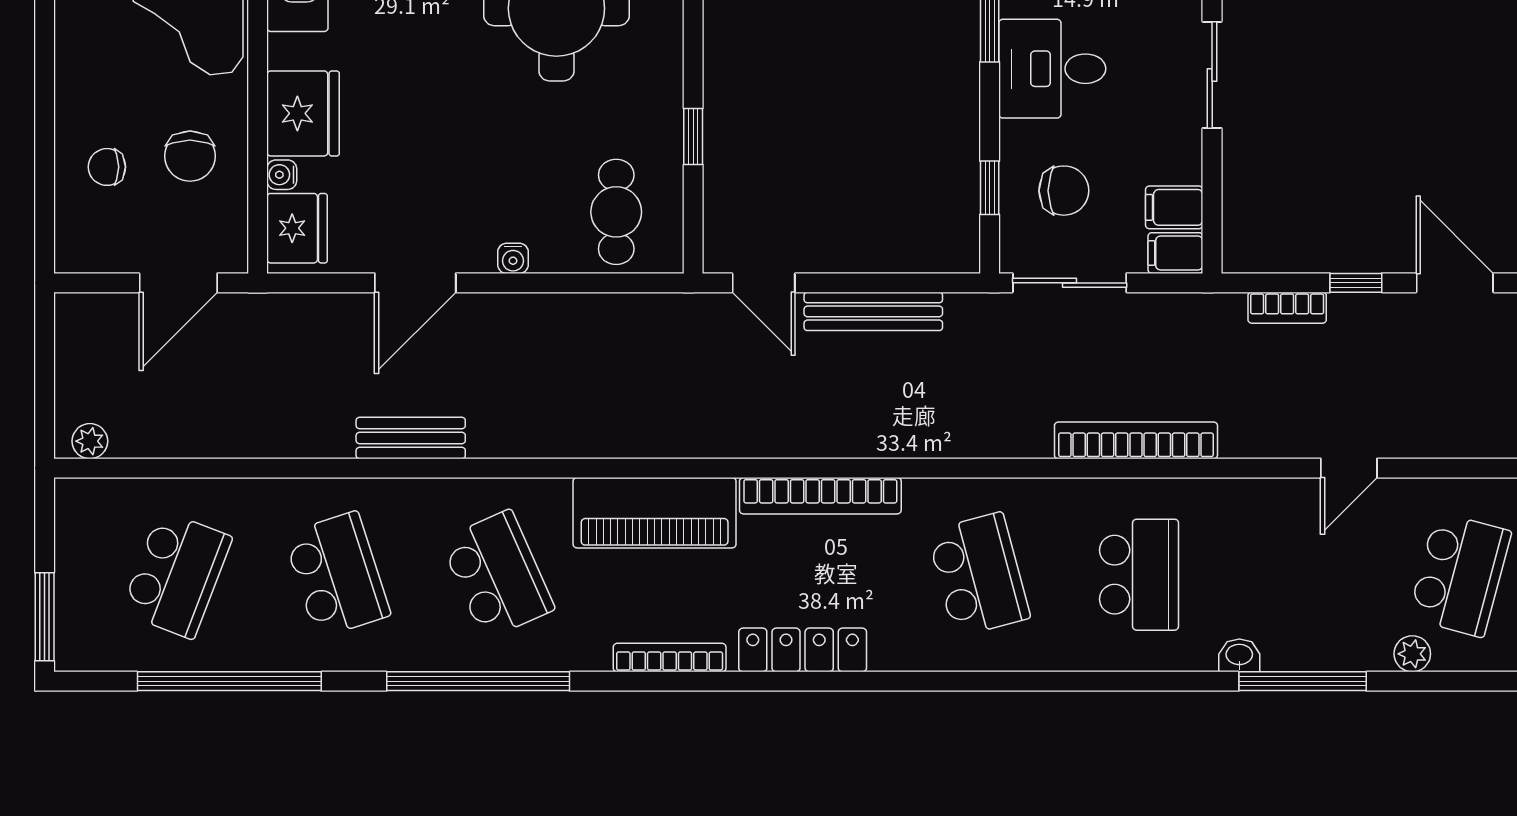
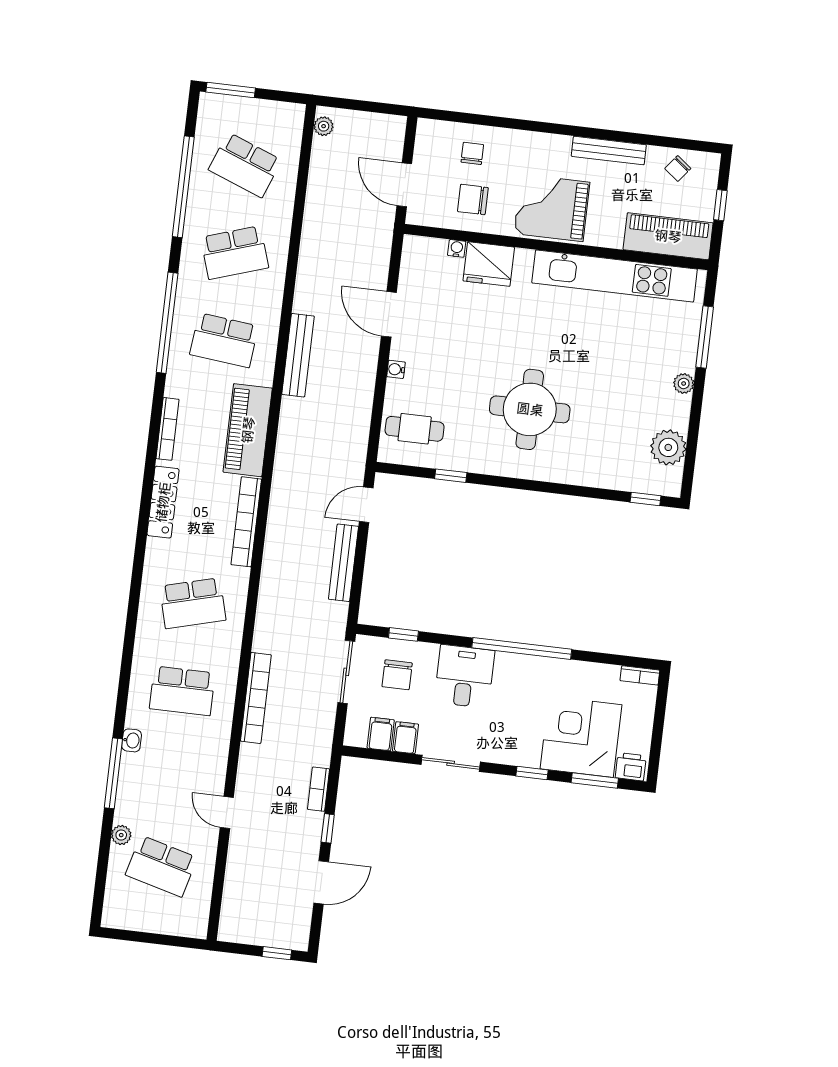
fridge: (297, 228) -> (426, 253), removed
filing cabinet: (1175, 253) -> (406, 738), moved
bench: (411, 438) -> (298, 355), moved, width x1.36
school desk: (497, 575) -> (224, 340), turned 30

